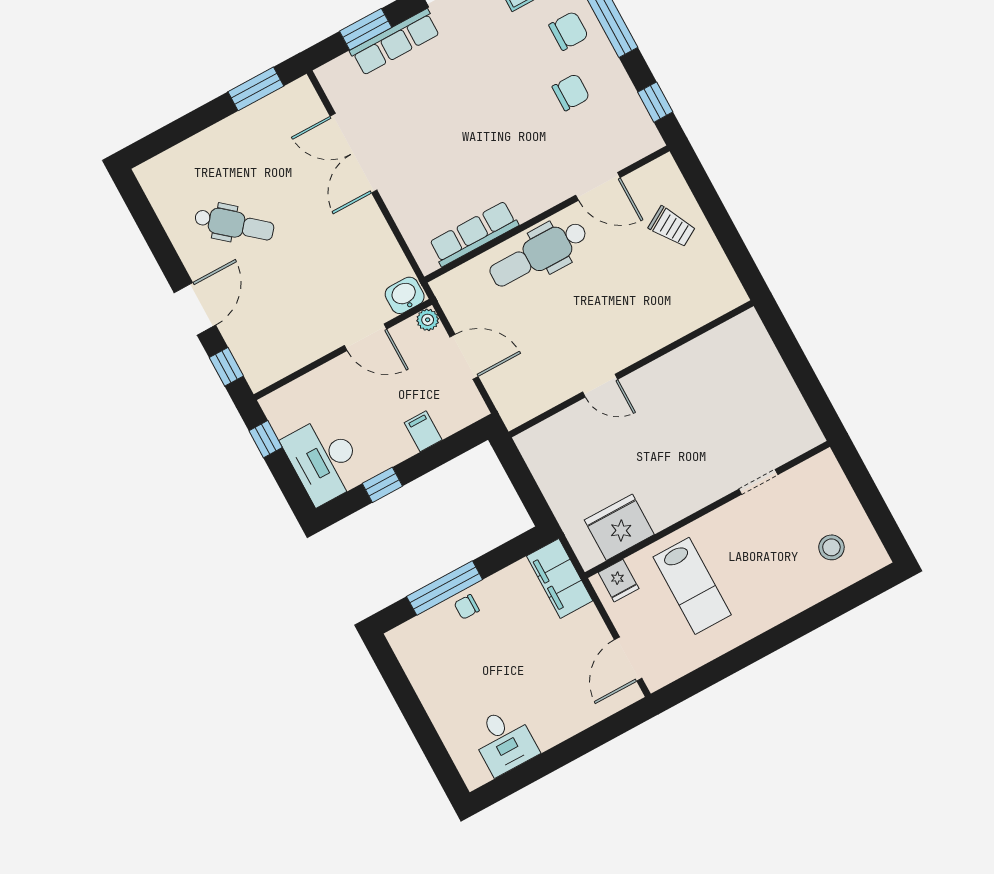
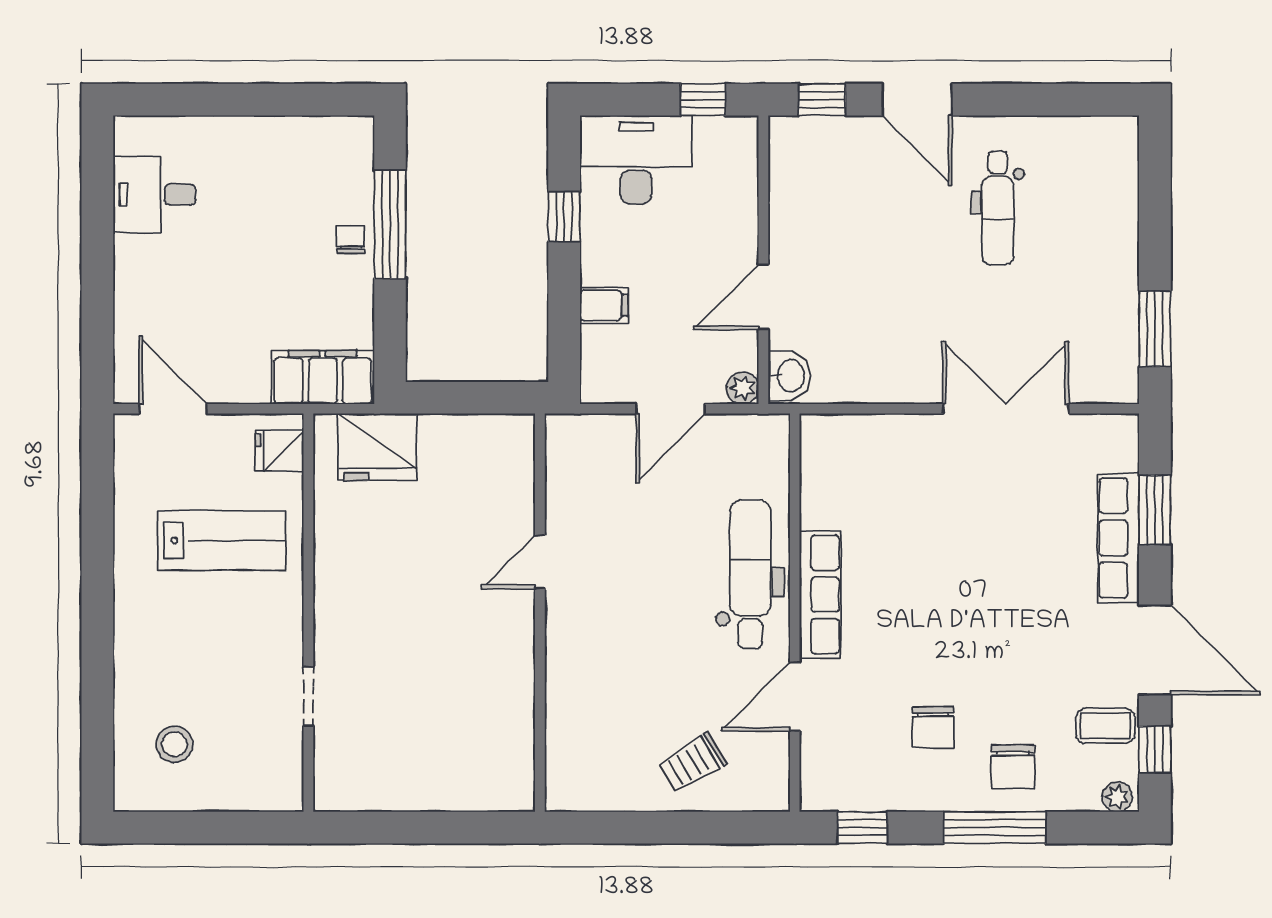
dental chair: (234, 224) -> (998, 208), turned -40
row of seats: (474, 234) -> (820, 594), moved
fridge: (619, 527) -> (377, 447), moved, turned 90
lab bench: (692, 586) -> (222, 540), turned 180

